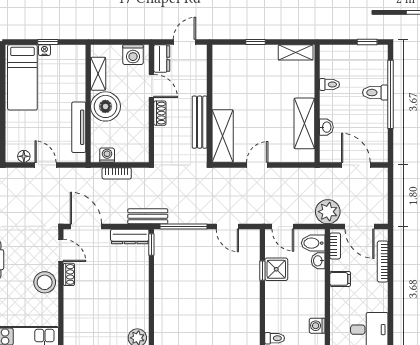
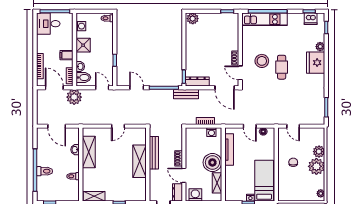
shelving: (223, 136) -> (140, 161), moved
shower: (276, 269) -> (83, 45), moved
stool: (45, 282) -> (262, 61), moved

